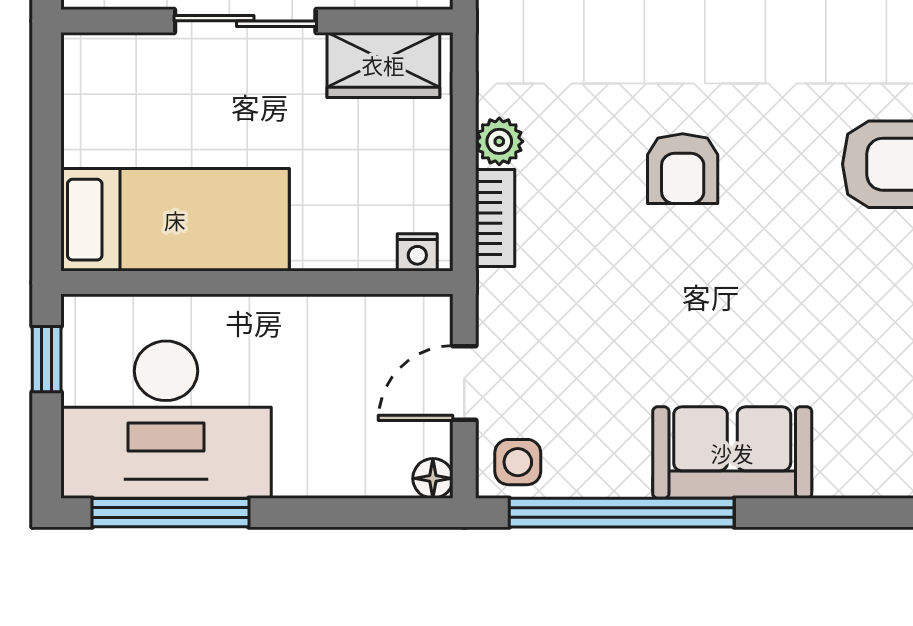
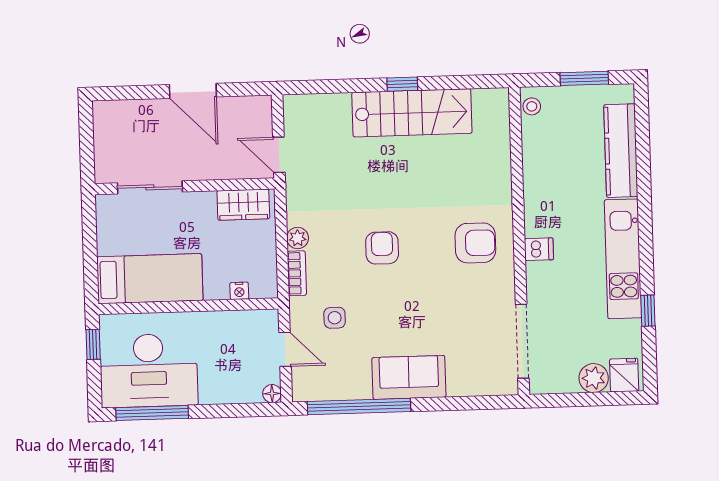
sliding door: (245, 21) -> (150, 187), moved
armchair: (683, 169) -> (382, 248), turned 180
nightstand: (417, 252) -> (239, 291), moved
door: (464, 383) -> (285, 349), swing flipped
side table: (518, 462) -> (335, 318), moved

